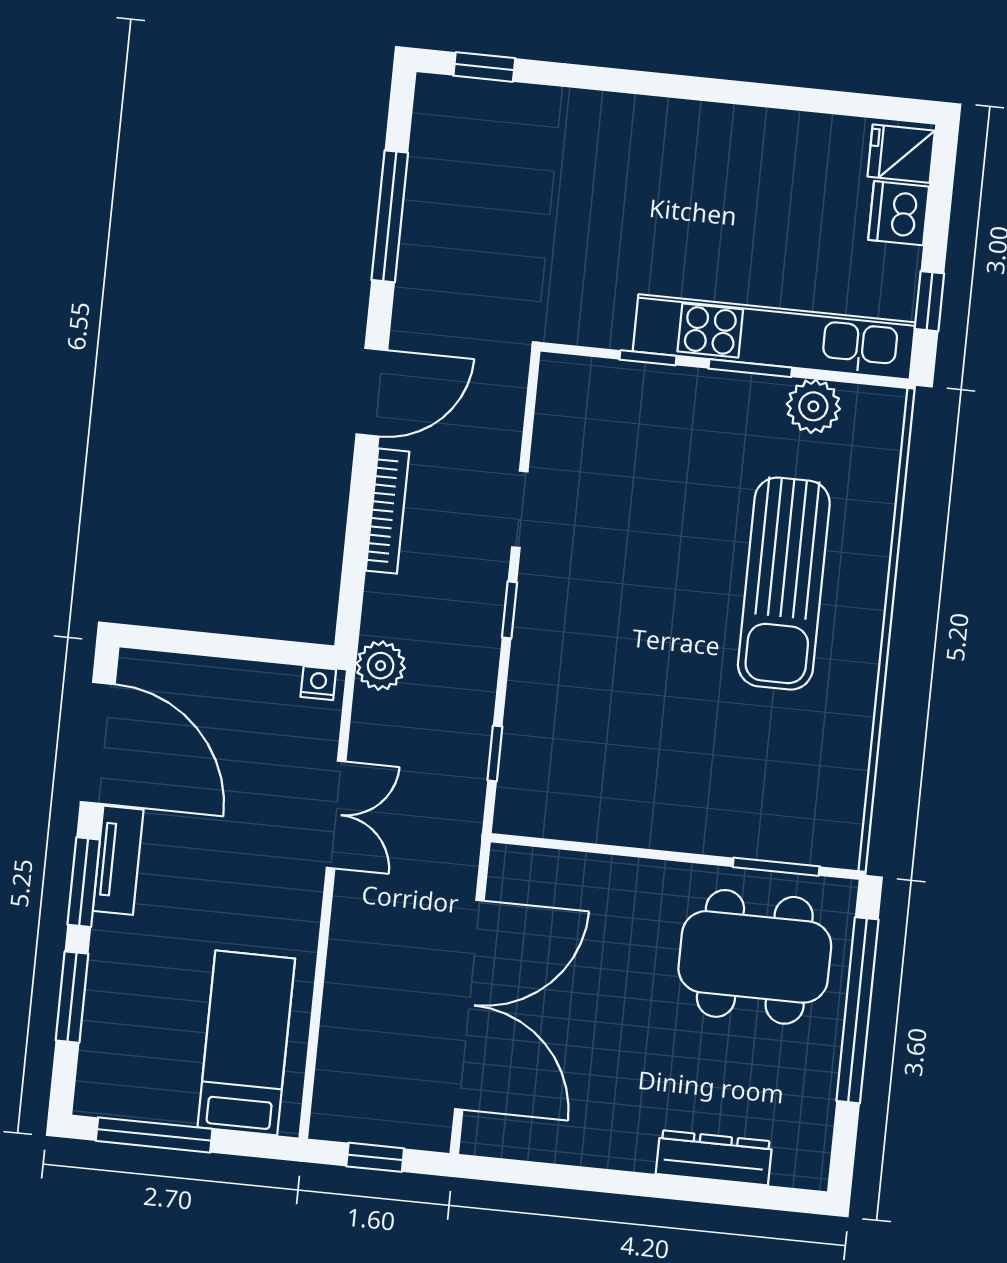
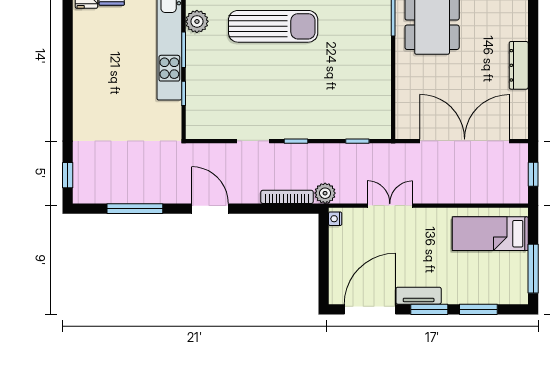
bookcase: (387, 511) -> (287, 197), moved
dresser: (714, 1158) -> (519, 65), moved

